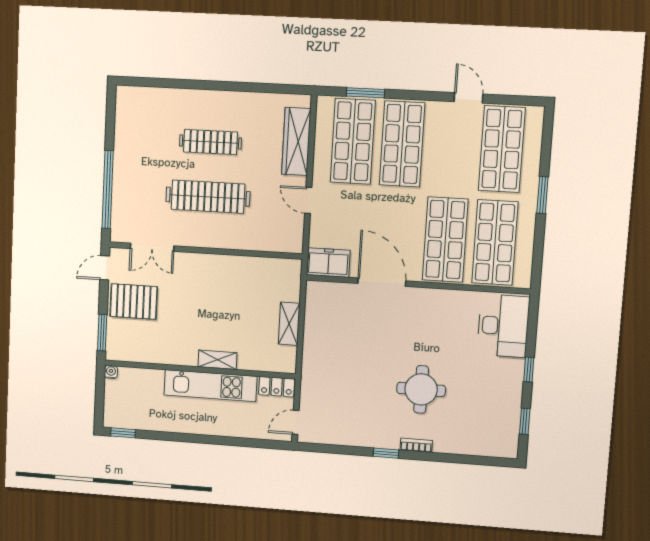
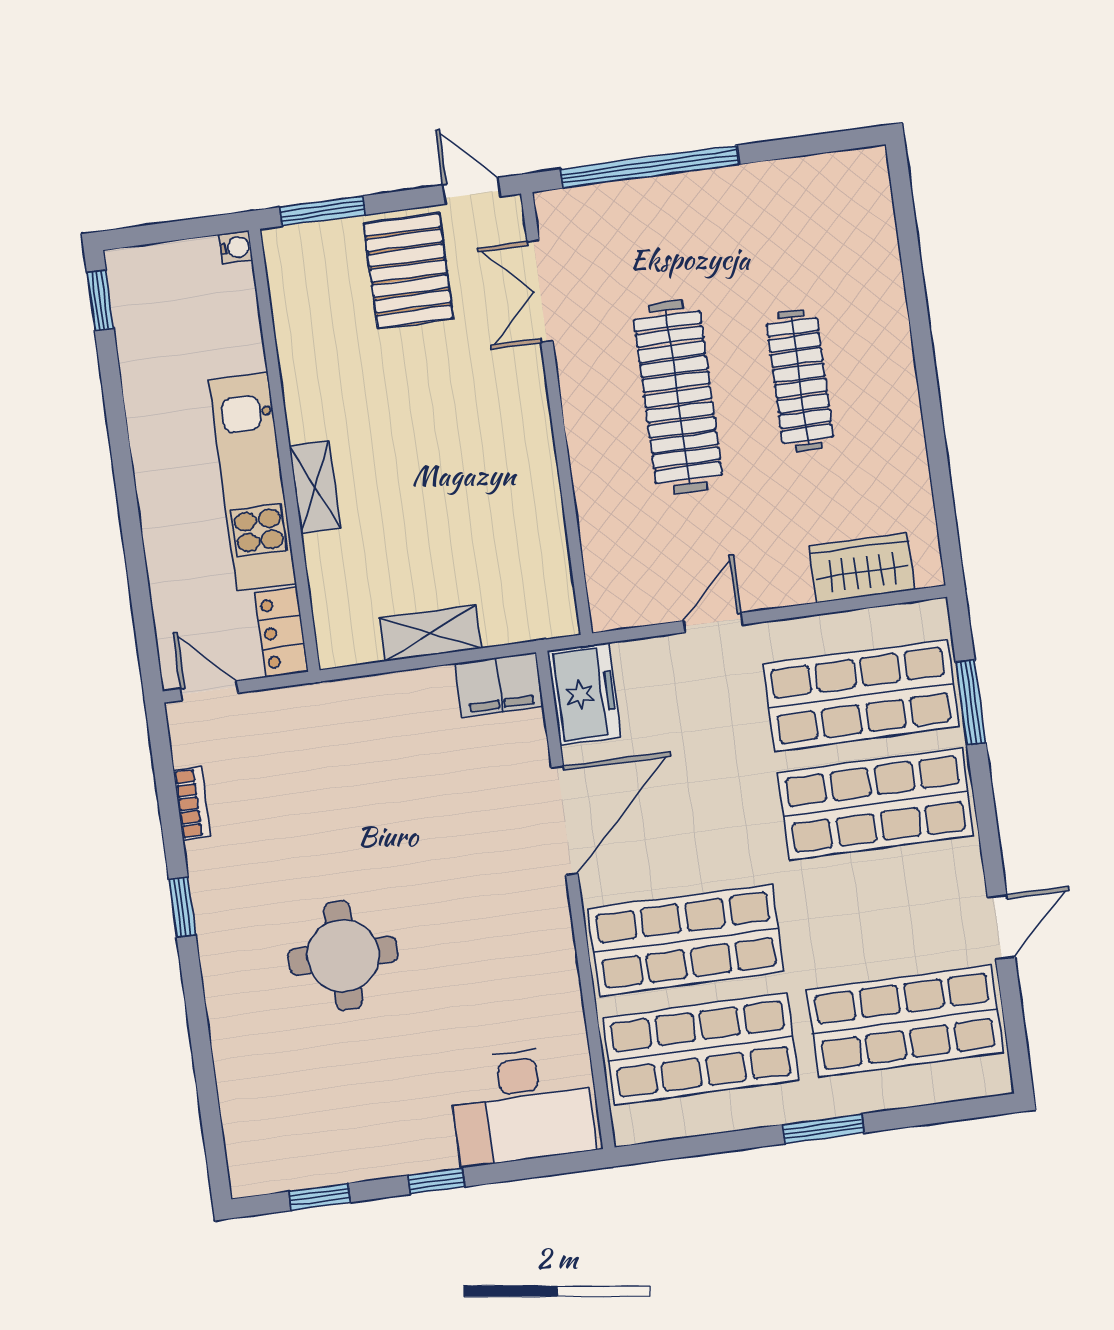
wardrobe: (296, 141) -> (862, 568), width x0.67
filing cabinet: (317, 299) -> (499, 685), added
bookcase: (416, 445) -> (192, 803), moved

